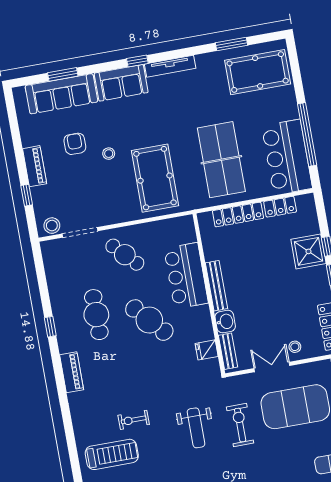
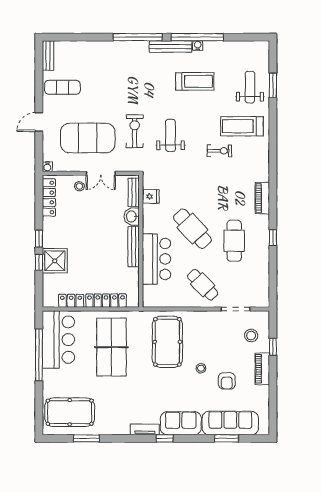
tv unit: (170, 66) -> (145, 429), width x0.71
stool: (52, 226) -> (251, 336), moved
exercise bike: (240, 425) -> (135, 131), turned 180

